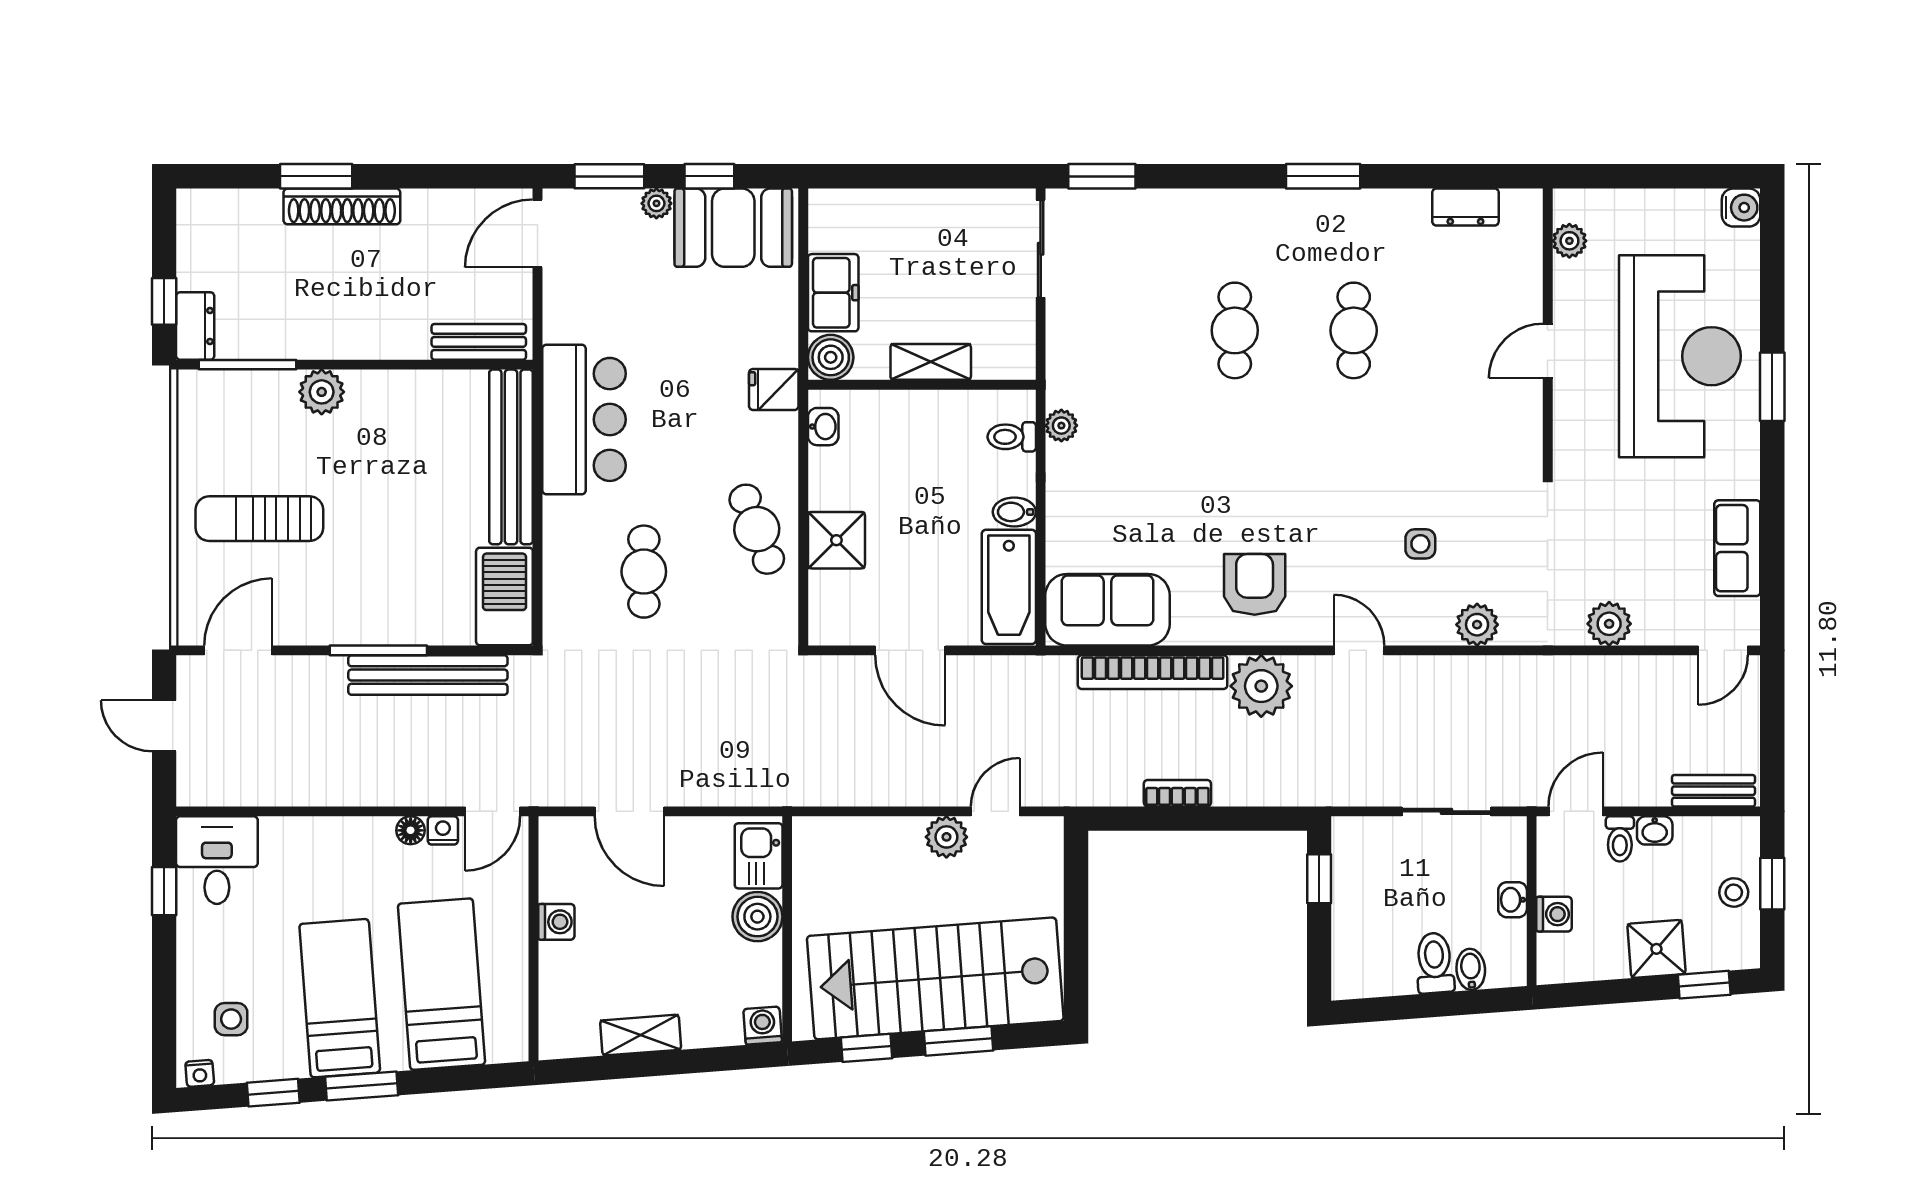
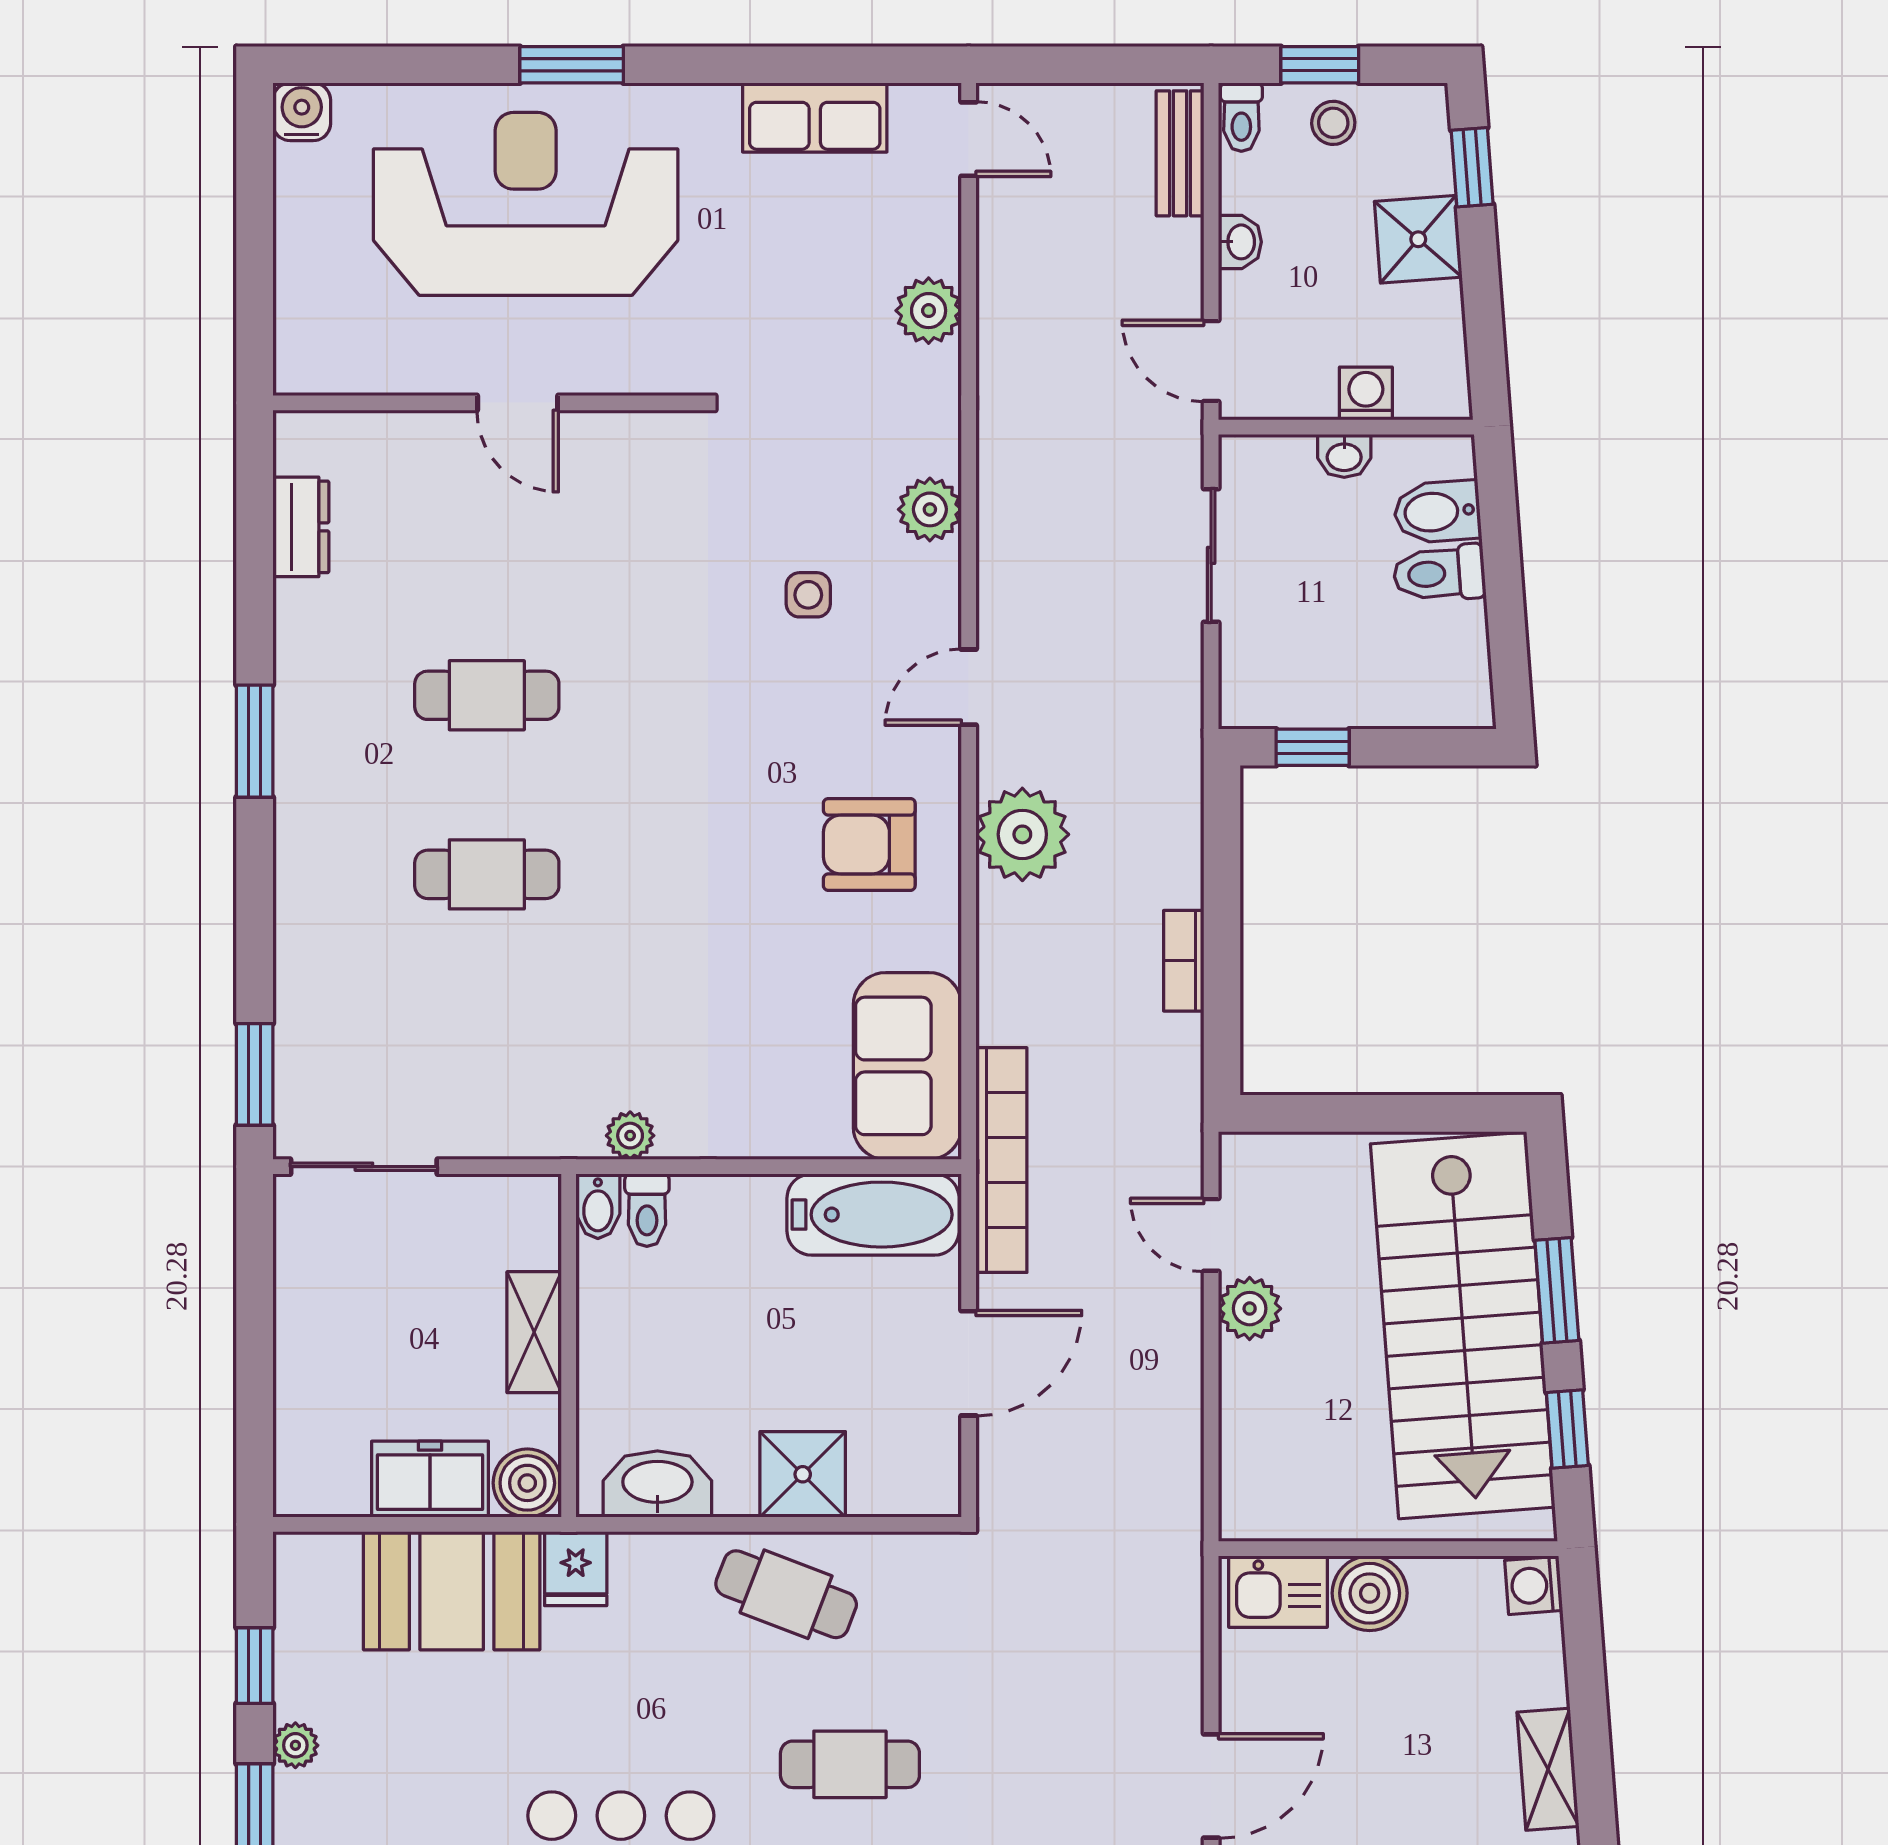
booth: (733, 228) -> (452, 1591), moved, turned 90
plant: (1569, 241) -> (352, 370), removed
washbasin: (823, 427) -> (657, 1484), width x1.91, depth x1.45
bidet: (1014, 512) -> (598, 1206), moved
cafe table: (757, 529) -> (786, 1594), turned 42
bookcase: (1153, 672) -> (1001, 1160), moved
toilet: (1620, 839) -> (1241, 117), moved, turned 90
bidet: (1471, 969) -> (1437, 512), width x1.38, depth x1.36

